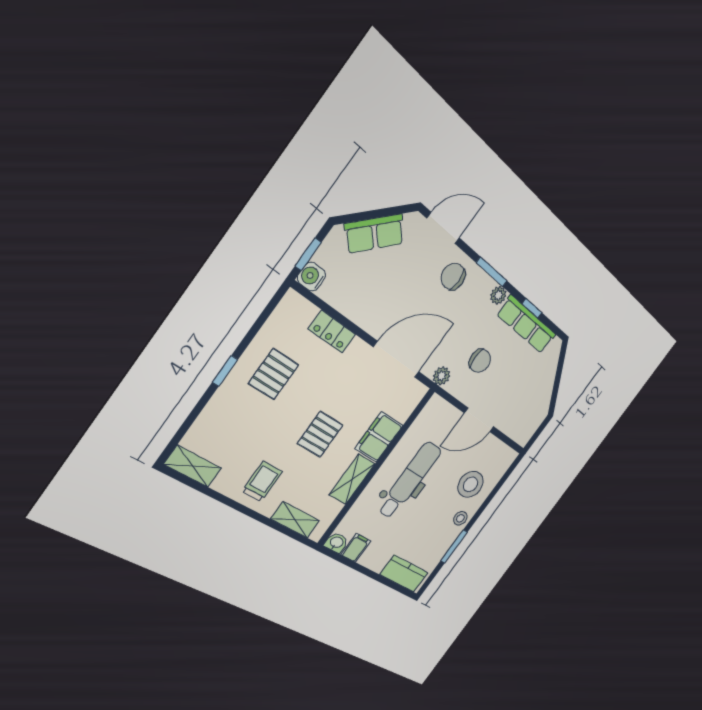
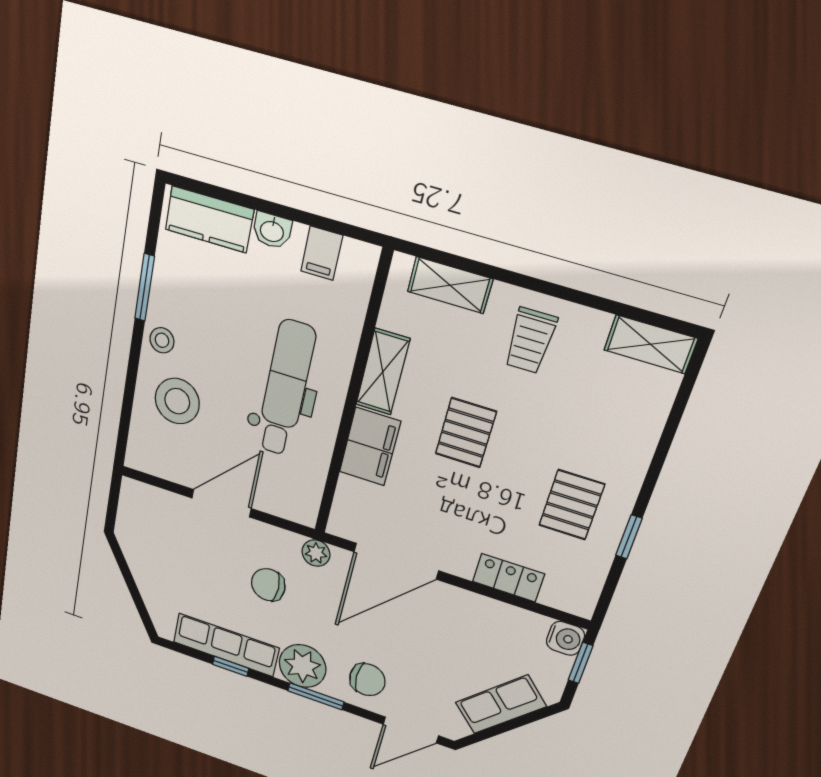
plant: (498, 295) -> (303, 666), width x1.88, depth x1.88
window: (225, 371) -> (629, 537), moved
dental chair: (410, 480) -> (285, 389), turned 180
washbasin: (336, 543) -> (272, 231), moved

